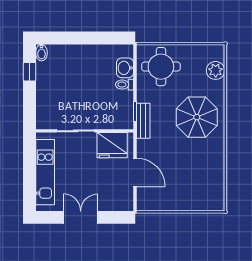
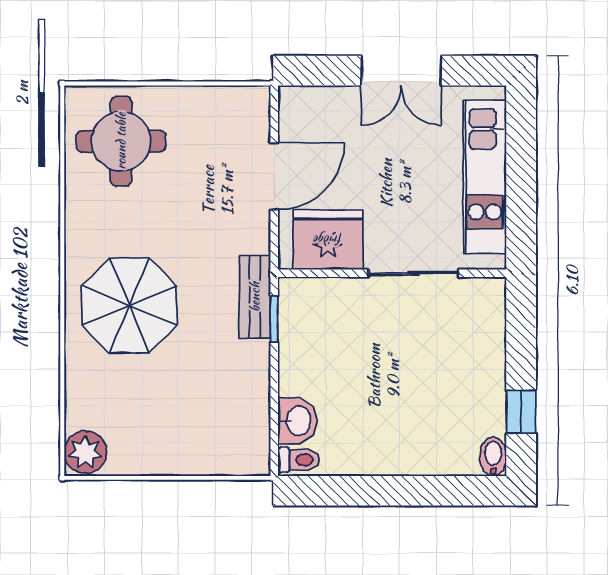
round table: (161, 67) -> (121, 141), moved
plant: (216, 70) -> (85, 452), moved
toilet: (124, 85) -> (299, 460), moved
door: (135, 172) -> (274, 176), swing flipped

